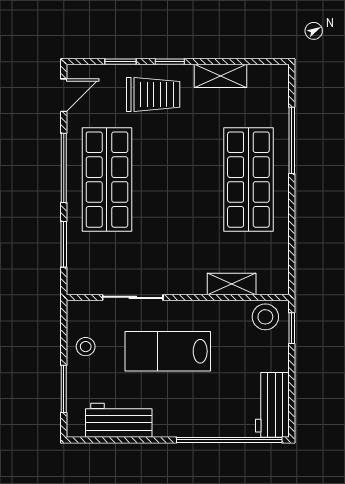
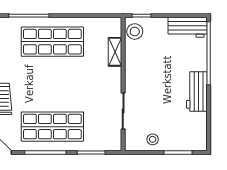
lab bench: (168, 351) -> (155, 90), removed
workbench: (119, 420) -> (197, 92), moved

